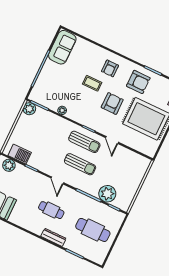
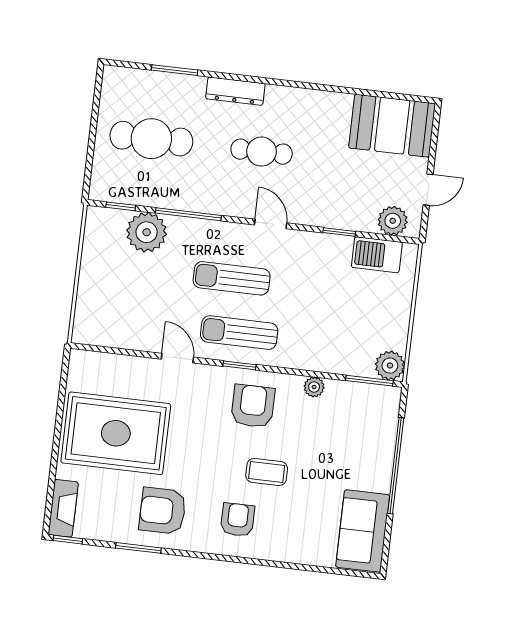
armchair: (112, 103) -> (253, 406), moved, turned 180

